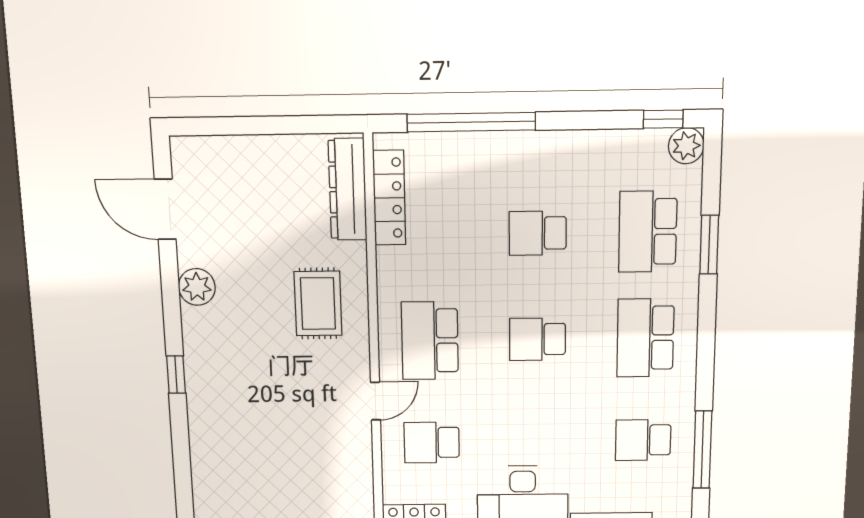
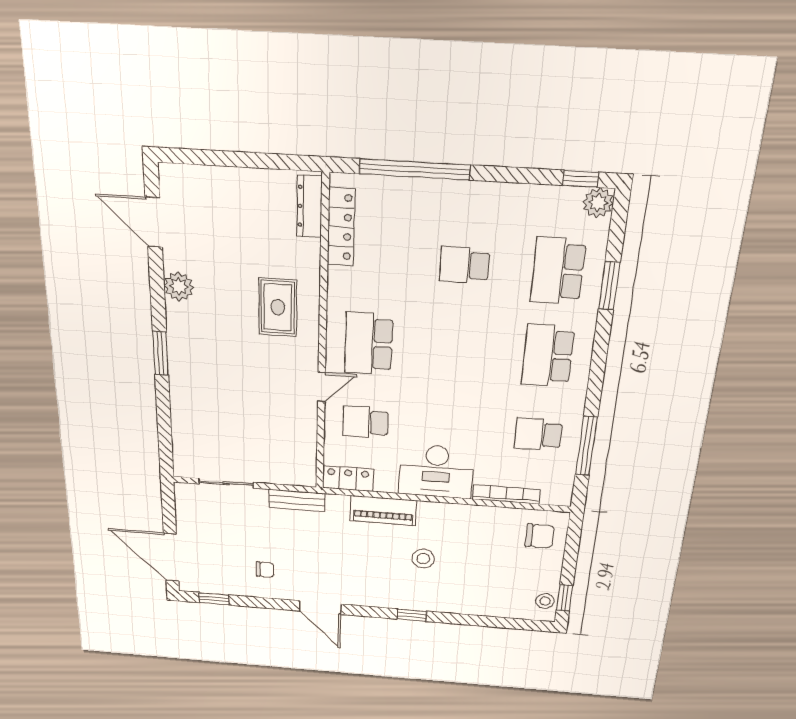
dresser: (348, 189) -> (309, 206), width x0.73, depth x0.80
school desk: (537, 339) -> (458, 350), removed
window: (176, 375) -> (161, 353), width x1.50

